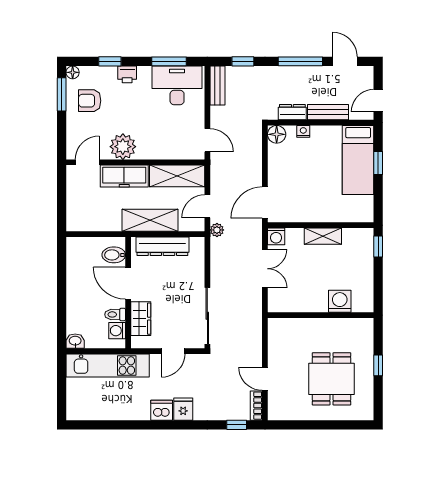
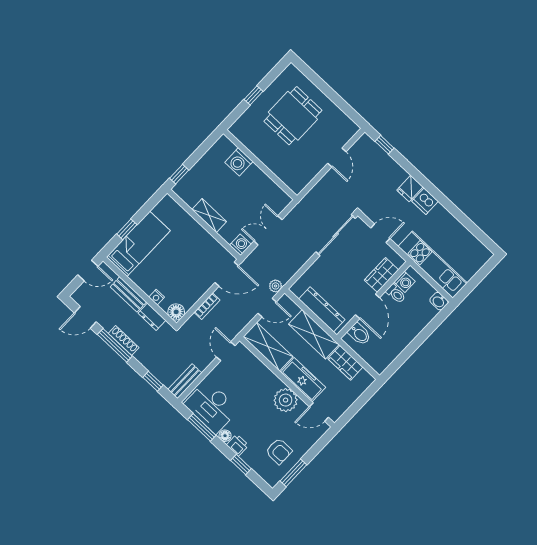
door: (345, 61) -> (85, 317), hinge flipped
floor lamp: (73, 72) -> (225, 436), moved
shoe rack: (297, 72) -> (124, 340), added
wardrobe: (103, 221) -> (345, 363), added
bookcase: (256, 406) -> (207, 306), moved

